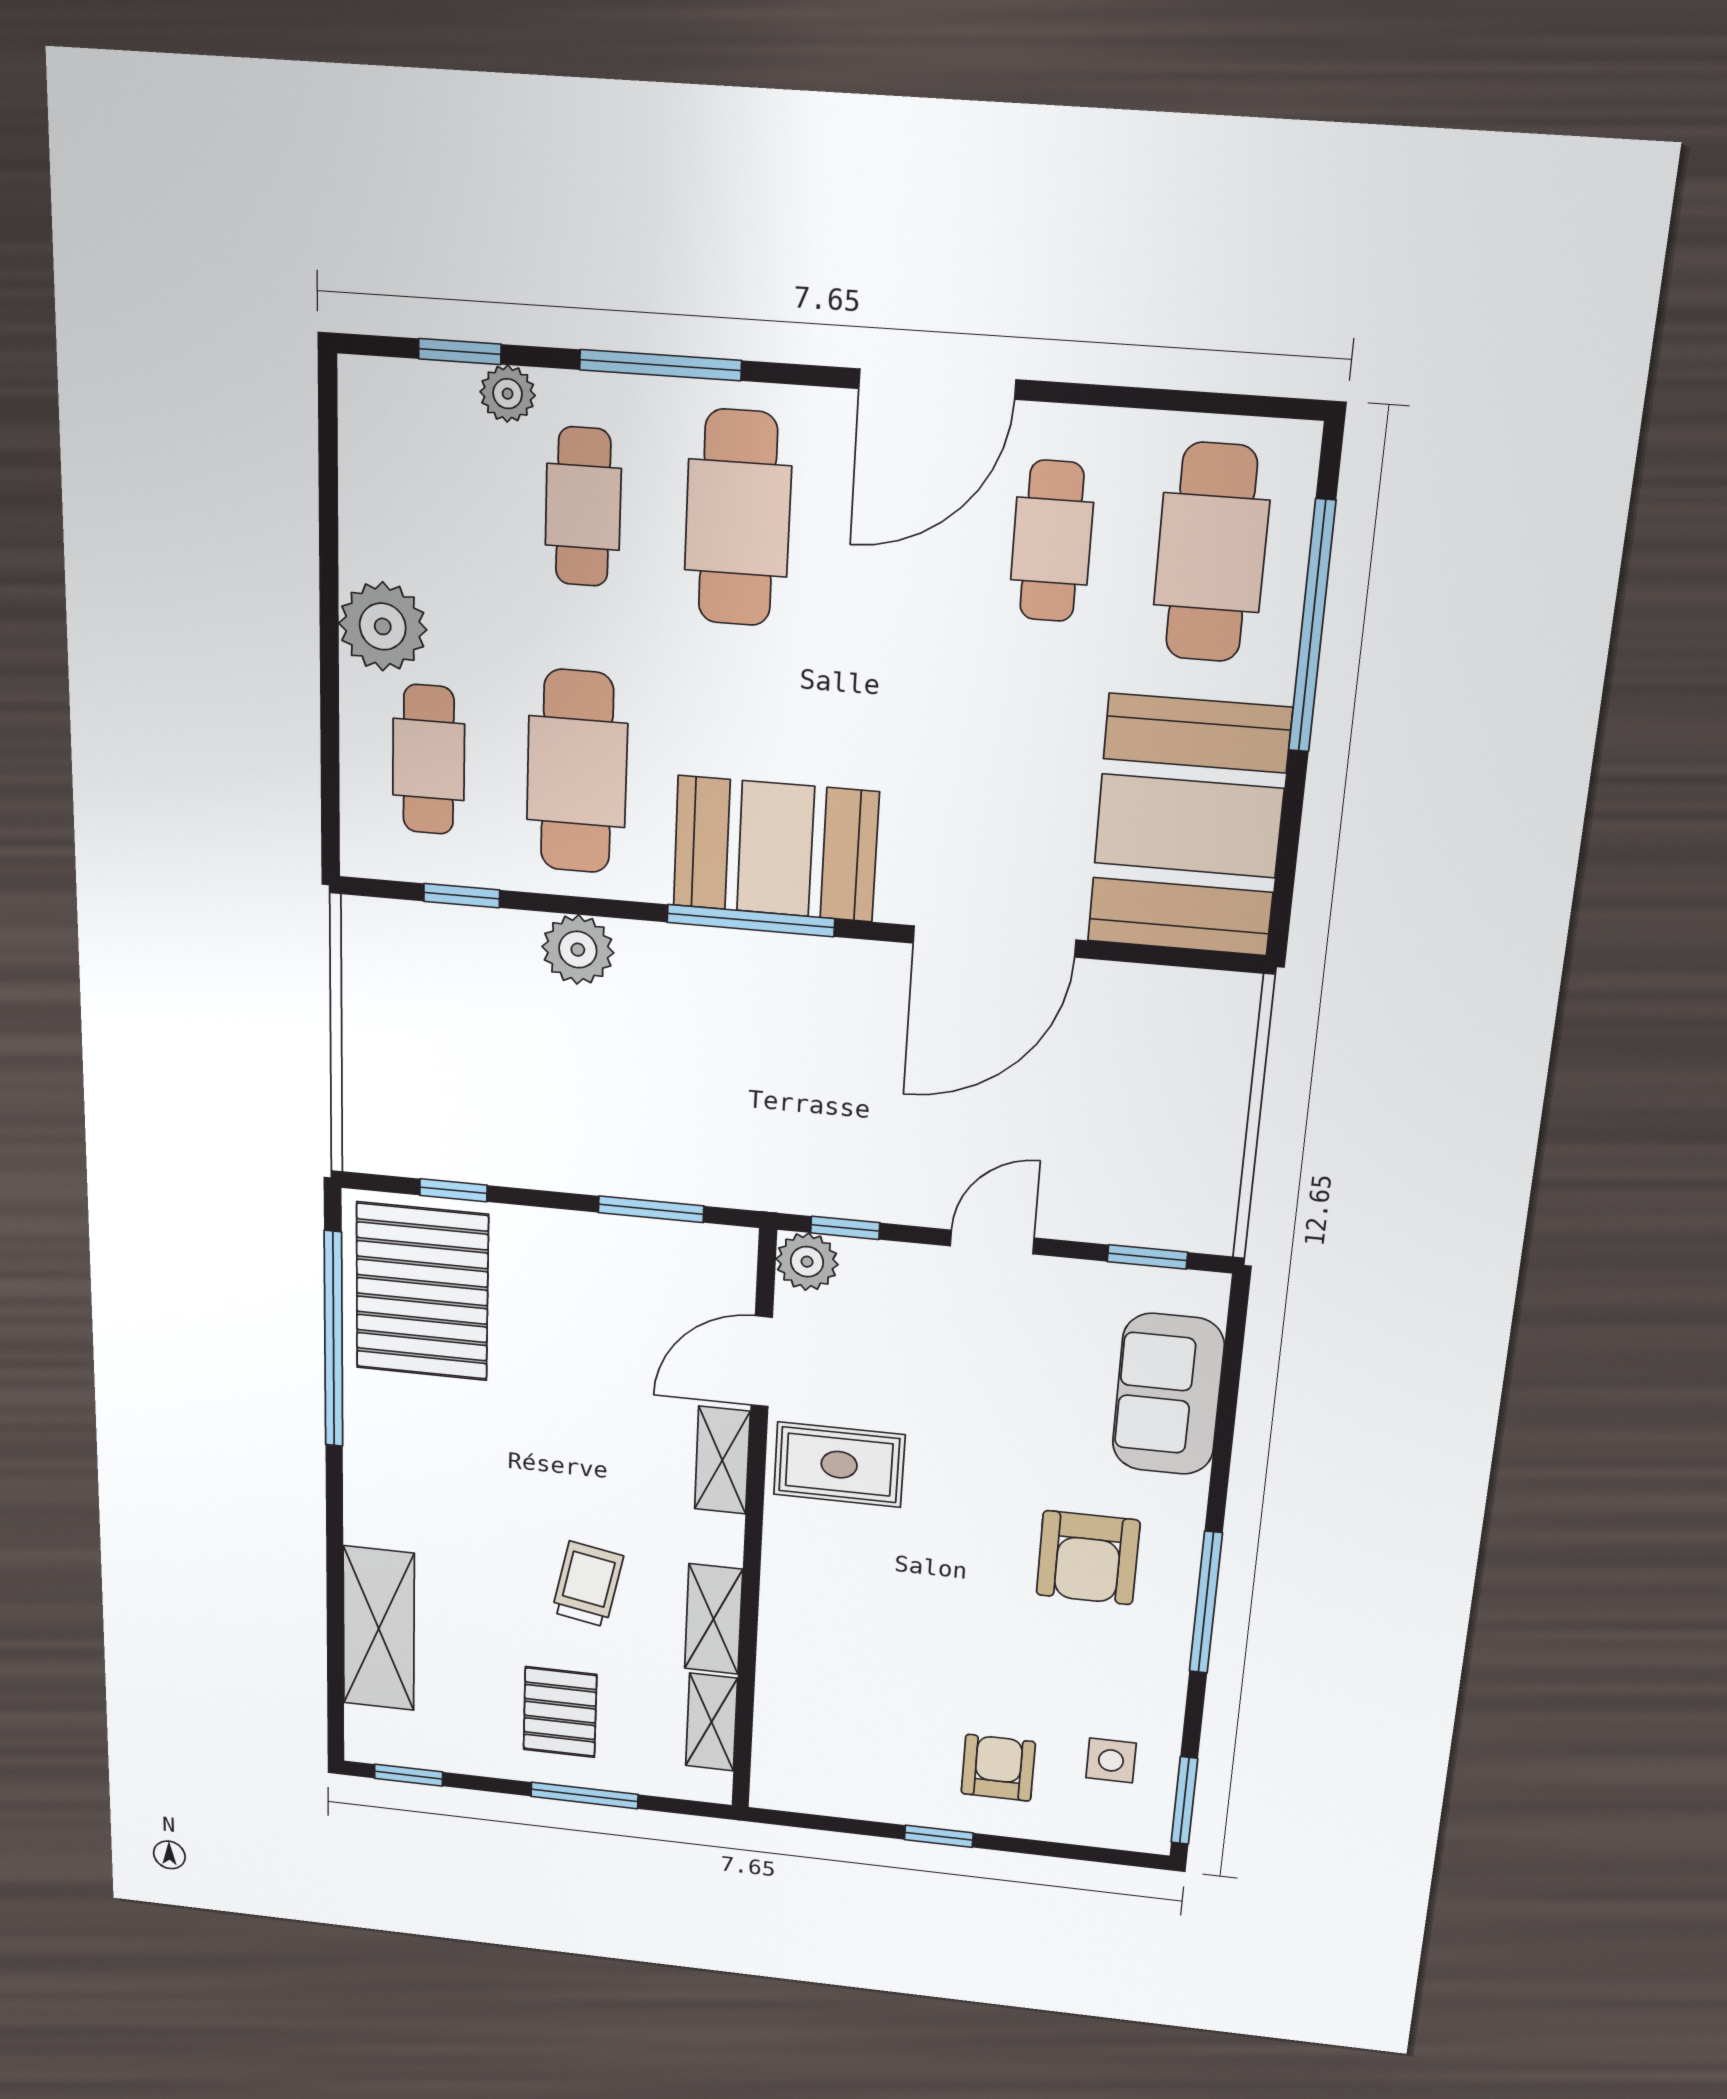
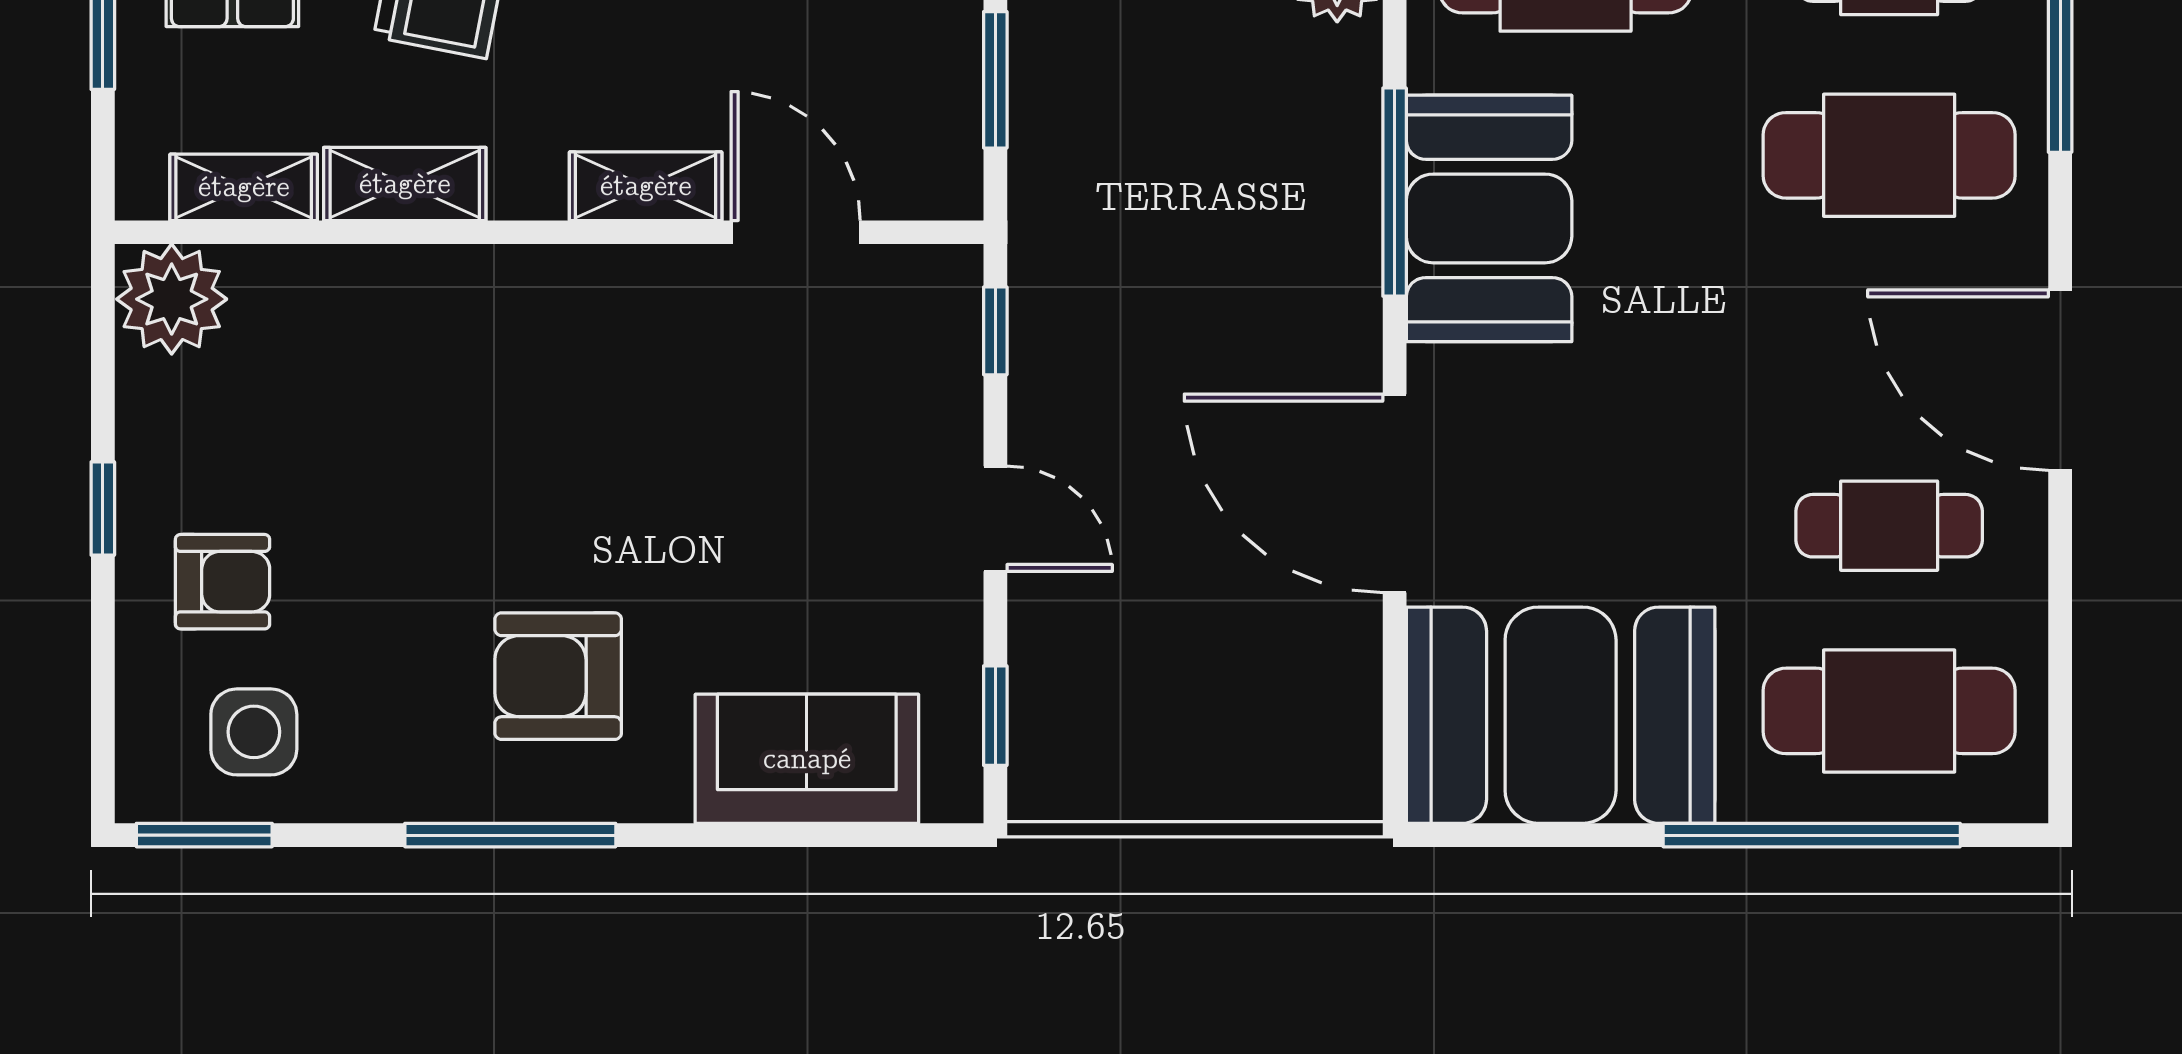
plant: (807, 1262) -> (172, 299), moved, width x1.36, depth x1.36
rug: (839, 1465) -> (657, 341), removed
side table: (1111, 1760) -> (254, 732), width x1.37, depth x1.37

